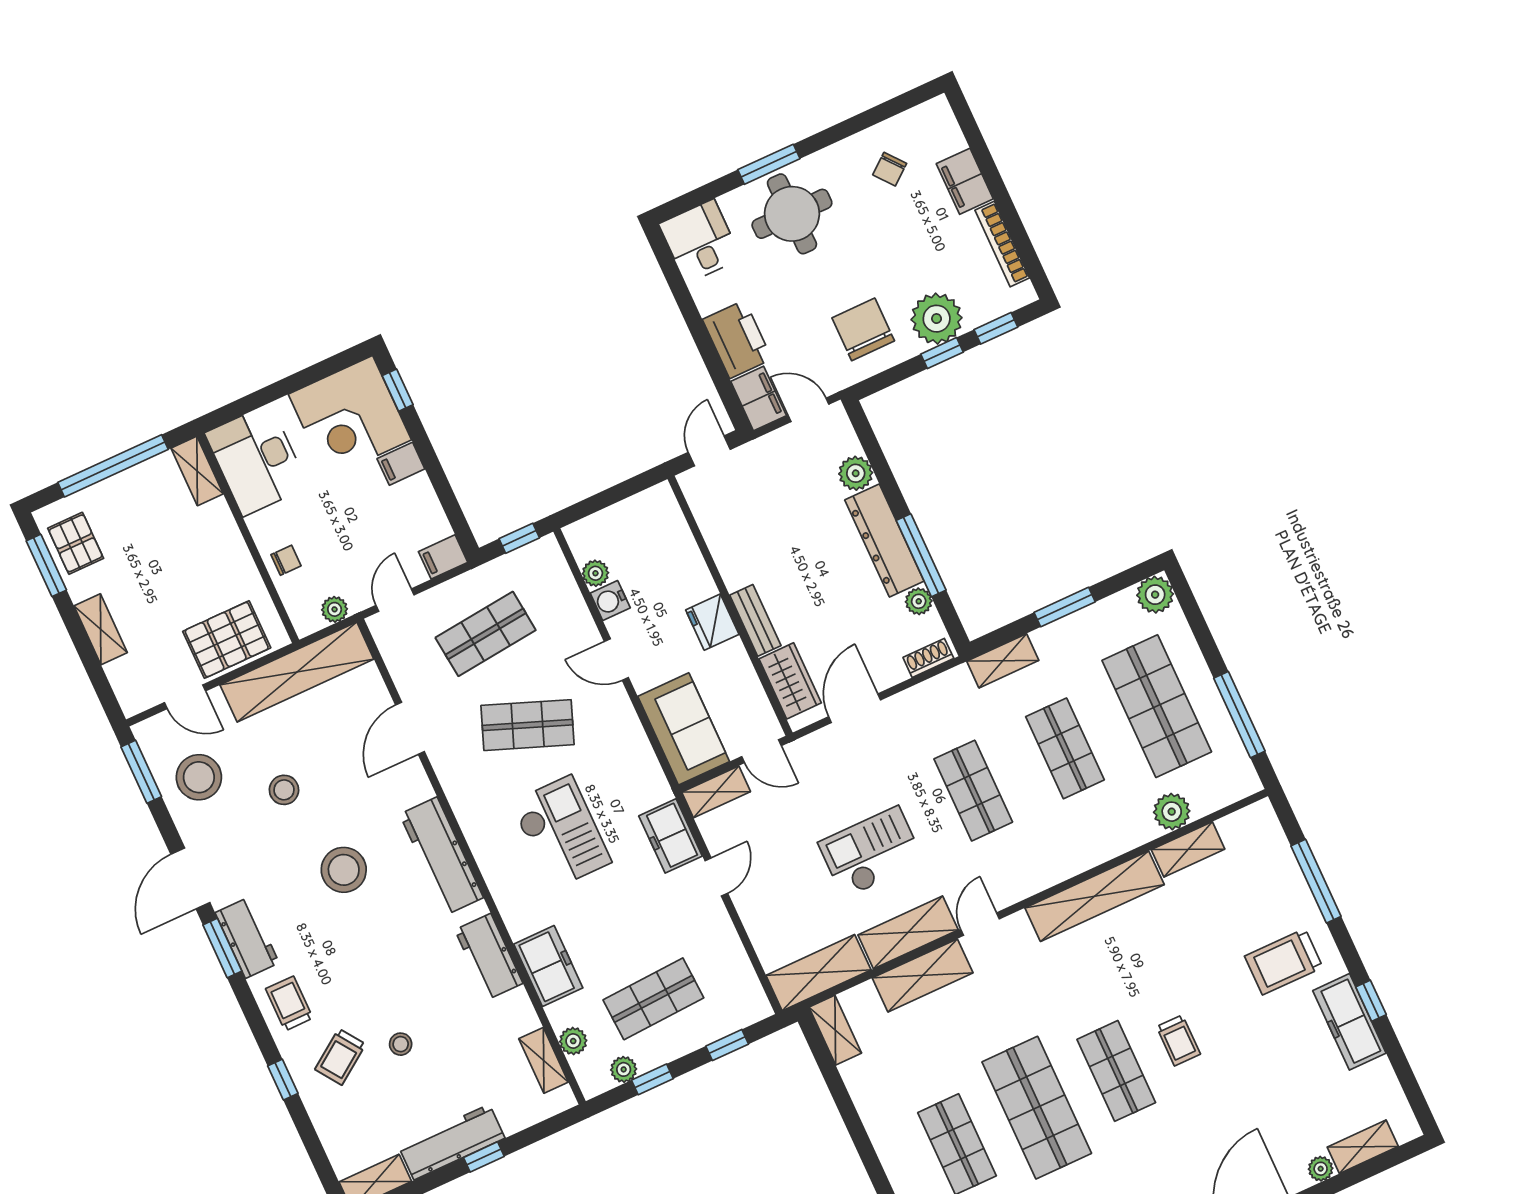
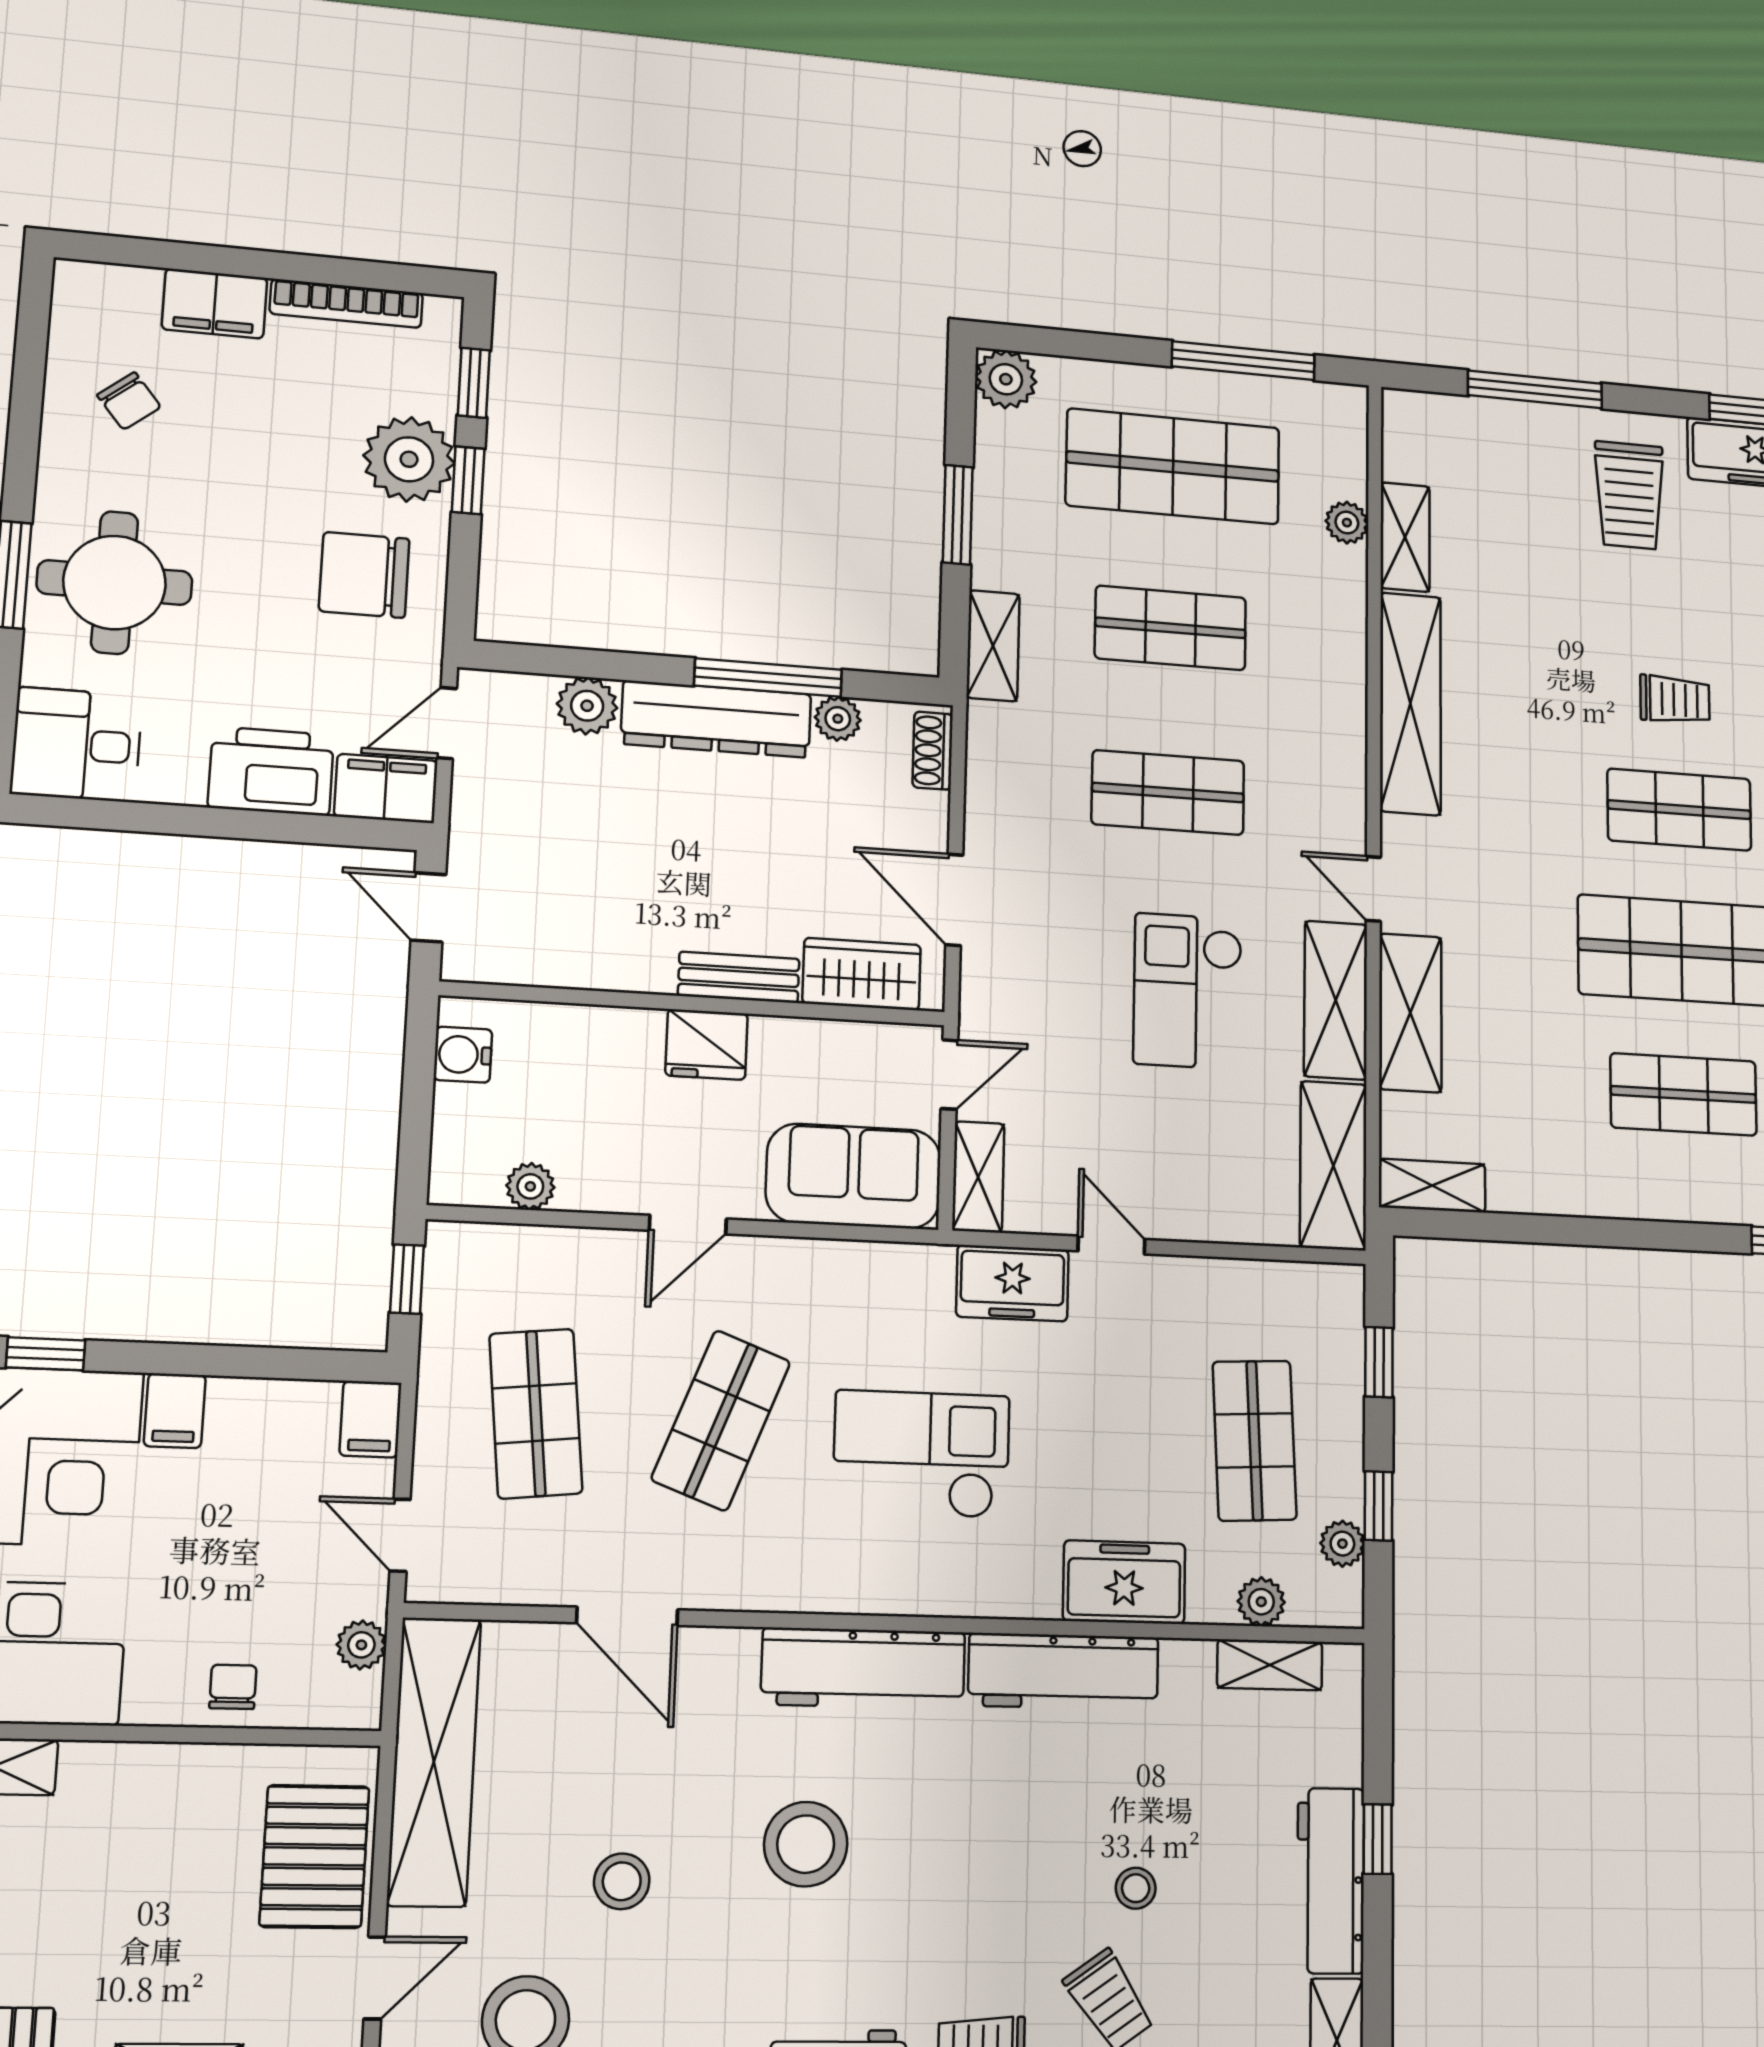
water cooler: (610, 601) -> (463, 1055), moved, turned 90
plant: (1172, 812) -> (1347, 523), width x0.73, depth x0.73
workbench: (489, 957) -> (1064, 1671), width x1.37

